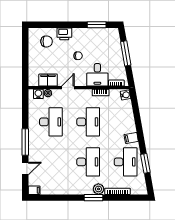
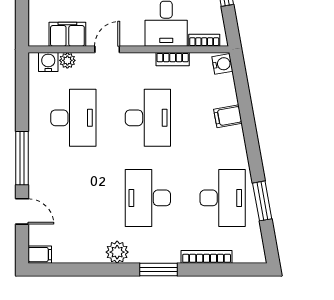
filing cabinet: (131, 138) -> (228, 116), moved
desk: (88, 162) -> (148, 198), turned 180
door: (25, 169) -> (22, 211), hinge flipped
plant: (98, 189) -> (117, 252), moved

